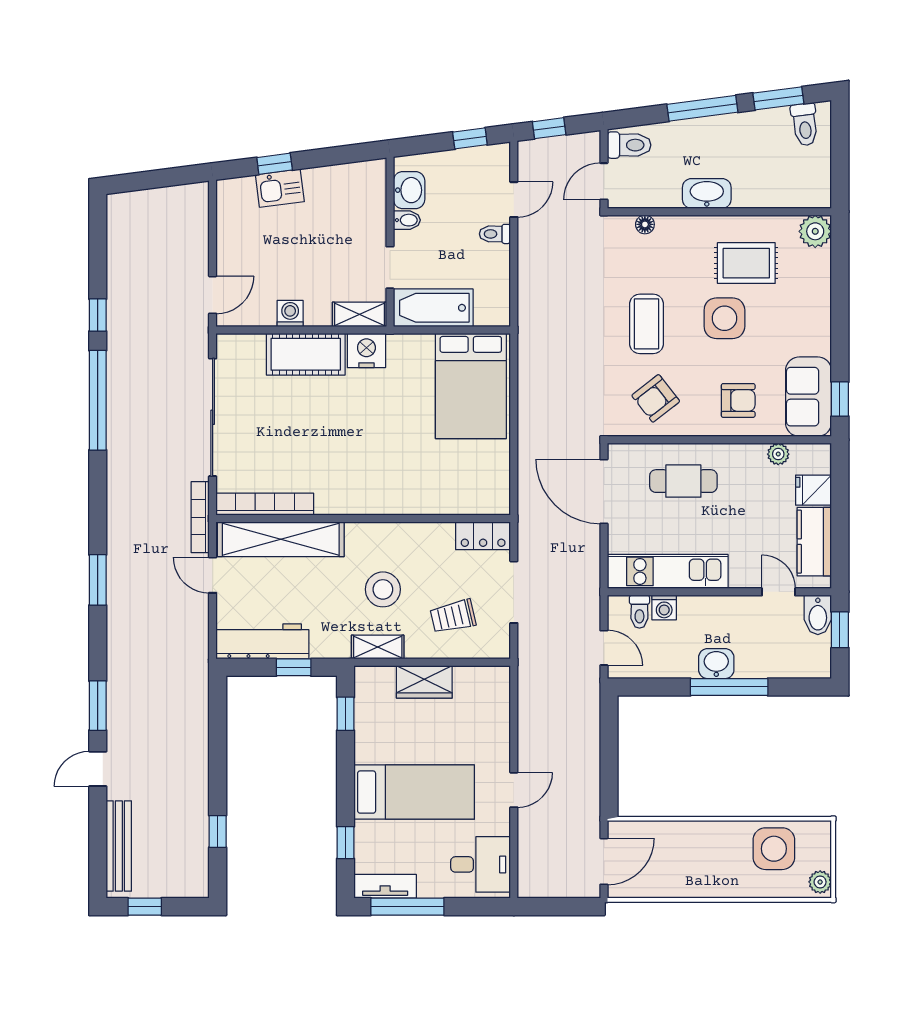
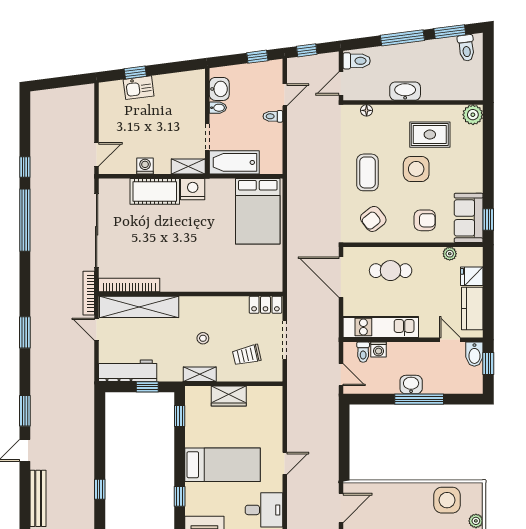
stool: (383, 589) -> (203, 338), width x0.53, depth x0.53

